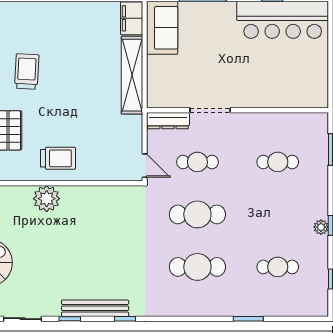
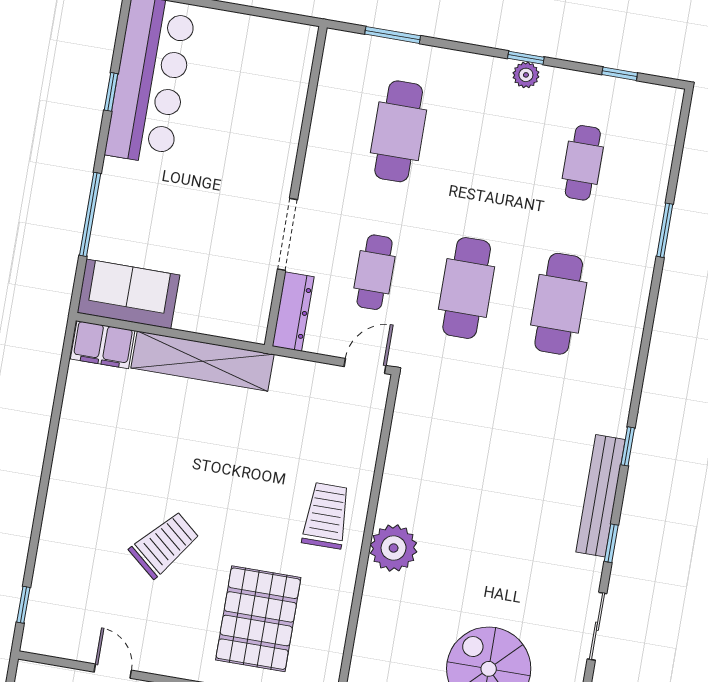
trolley: (27, 71) -> (164, 545), turned 127
cafe table: (278, 162) -> (399, 131), width x1.37, depth x1.35

